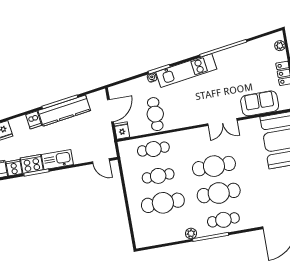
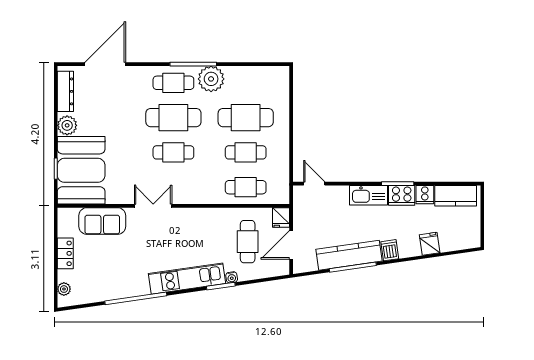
cafe table: (155, 114) -> (248, 242), moved
cafe table: (214, 166) -> (173, 152), width x0.73, depth x0.74
plant: (191, 233) -> (211, 79), width x1.88, depth x1.88

